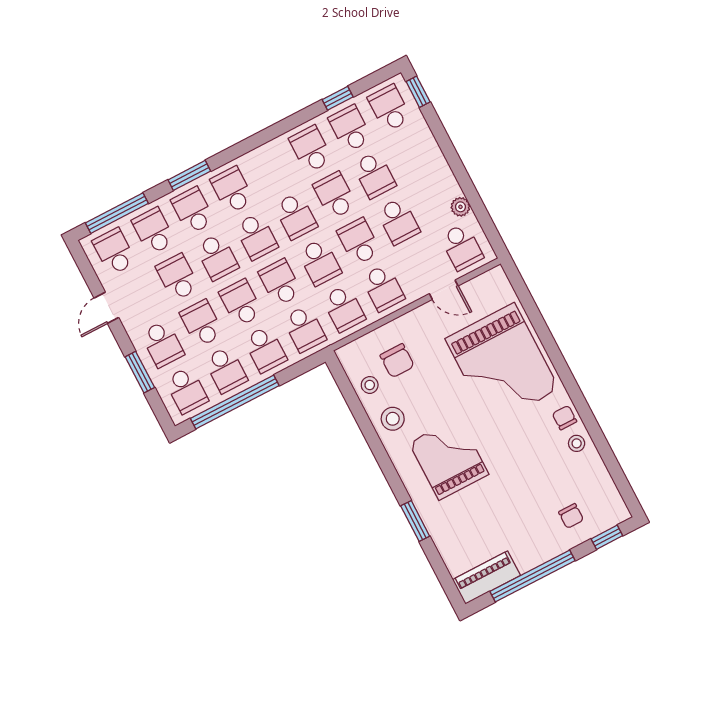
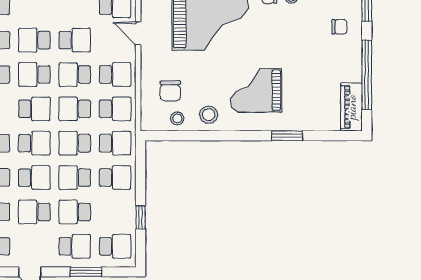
school desk: (374, 175) -> (34, 40), turned 180
school desk: (320, 262) -> (75, 109), turned 180
door: (444, 290) -> (138, 33), swing flipped
chair: (397, 361) -> (170, 91), turned 90
school desk: (226, 370) -> (115, 212), removed
window: (235, 402) -> (141, 217), width x0.32

